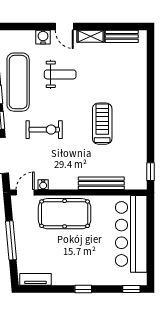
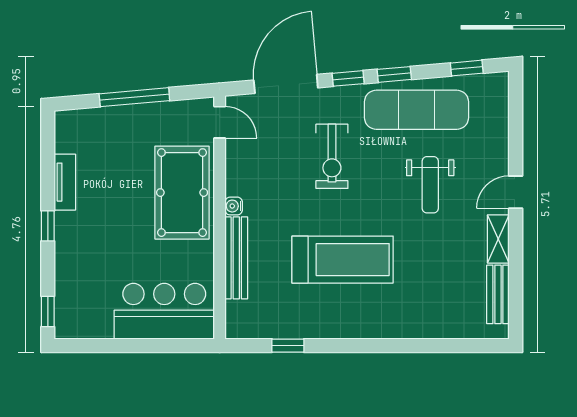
water cooler: (43, 37) -> (497, 154), removed
treadmill: (102, 124) -> (343, 260), width x1.37, depth x1.38
window: (150, 172) -> (288, 346), moved
water cooler: (43, 185) -> (234, 206), moved
bar counter: (131, 234) -> (164, 311), width x0.73
tv unit: (36, 279) -> (65, 182), moved

